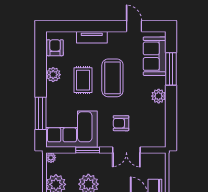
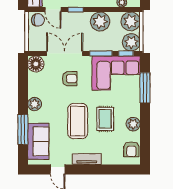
tv unit: (92, 37) -> (87, 159), moved
floor lamp: (157, 139) -> (36, 64), added
window: (61, 150) -> (126, 53), added
double door: (126, 150) -> (65, 53), width x1.37
plant: (51, 158) -> (131, 42), width x1.88, depth x1.88

